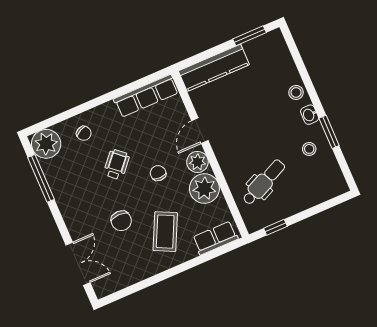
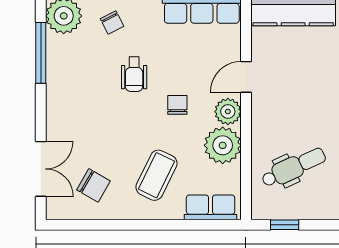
wheelchair: (117, 164) -> (134, 74), turned 139
chair: (121, 221) -> (94, 185), moved, turned -60

